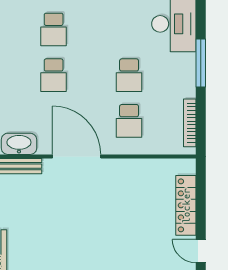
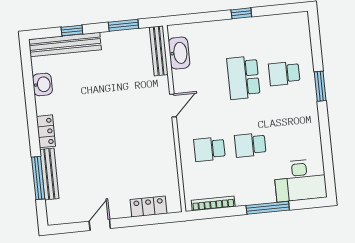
school desk: (54, 75) -> (243, 78), width x1.85
door: (77, 156) -> (173, 106), width x0.53
locker: (186, 205) -> (148, 207), width x0.66

